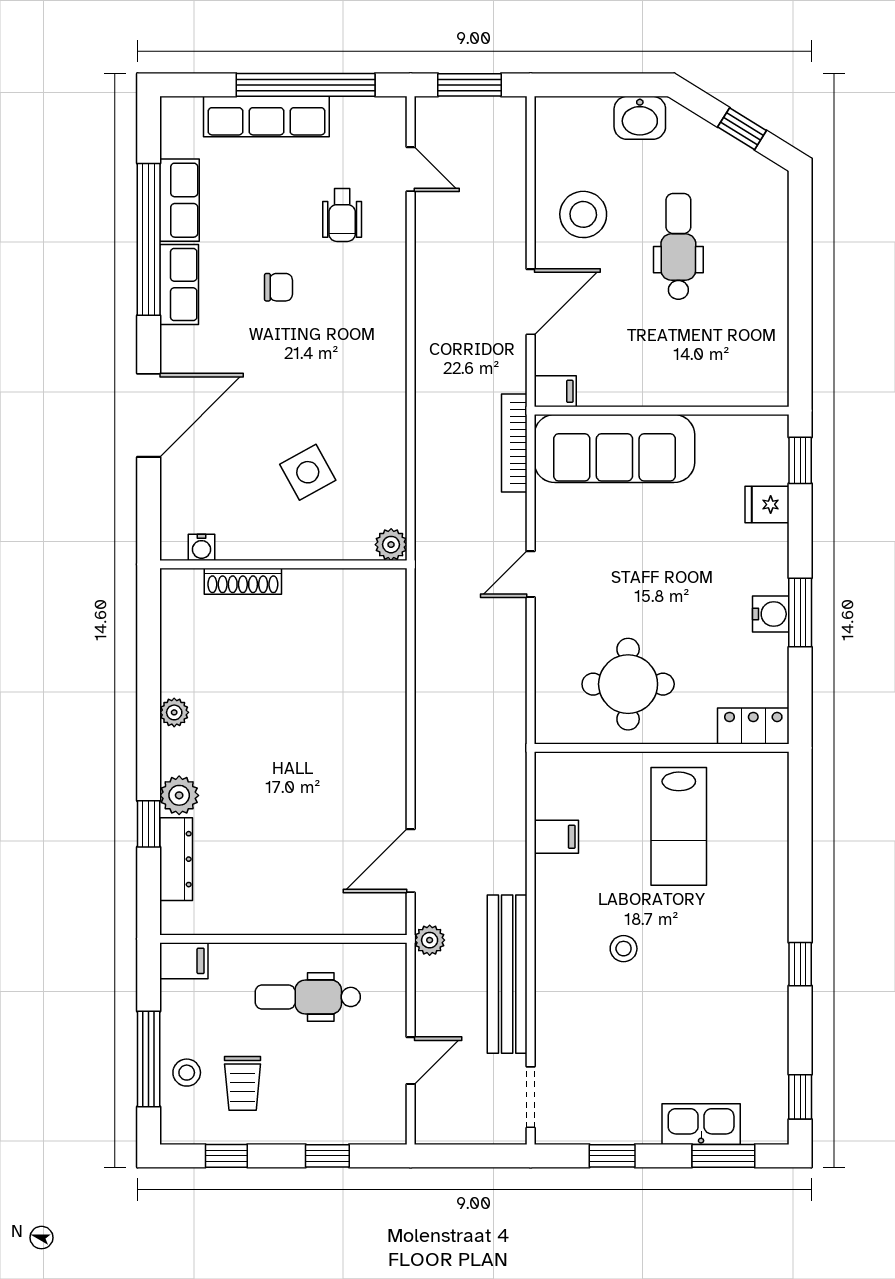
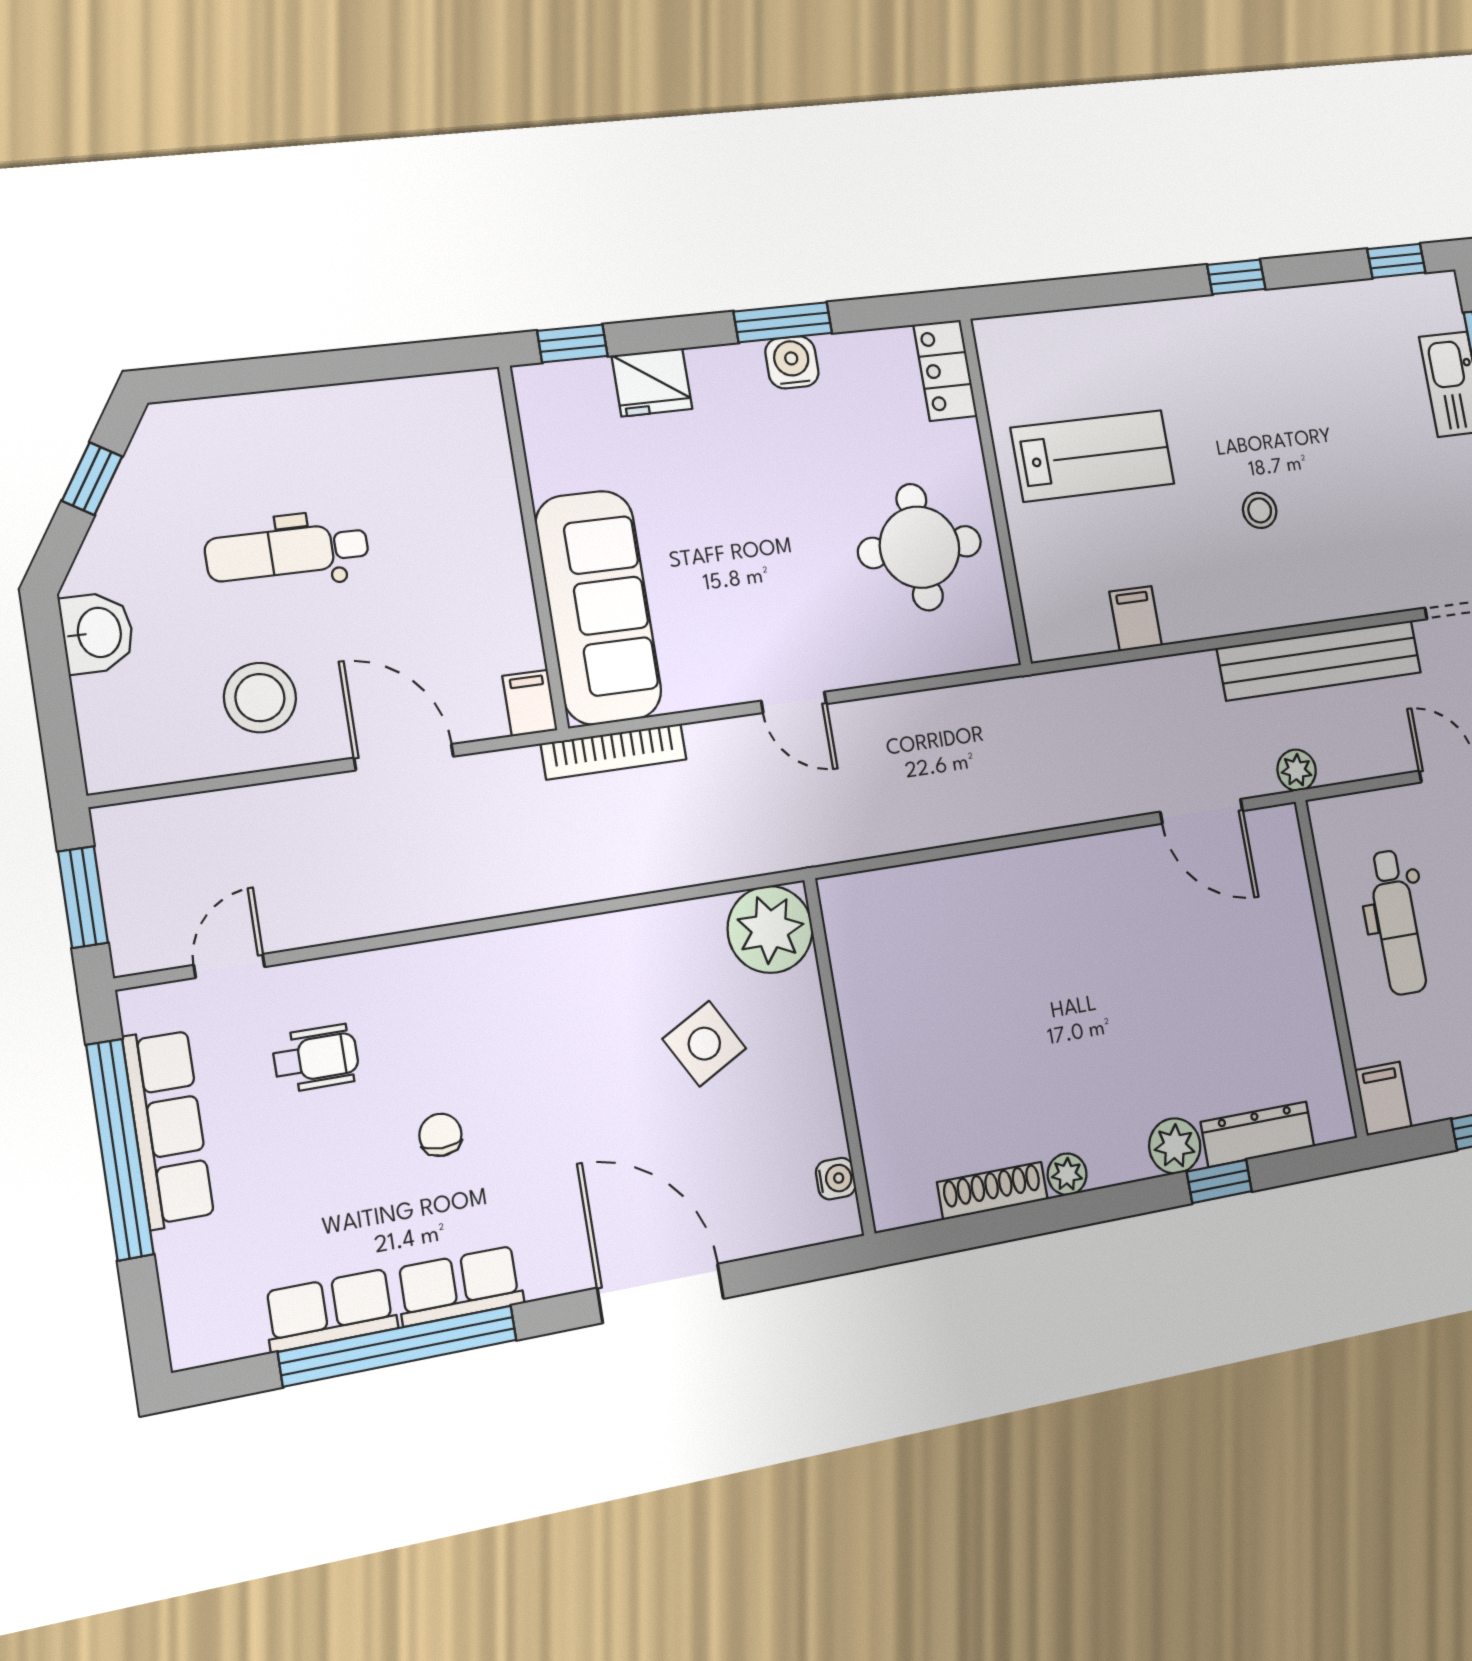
row of seats: (266, 116) -> (168, 1128), moved
fridge: (767, 504) -> (652, 382), width x1.38
plant: (391, 545) -> (770, 929), width x1.88, depth x1.88
shoe rack: (243, 581) -> (992, 1191), moved, turned -90

